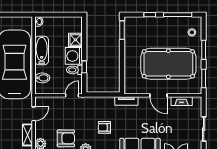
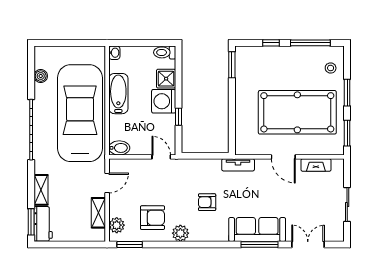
toilet: (74, 70) -> (165, 52), moved
bidet: (42, 78) -> (119, 148), moved
door: (72, 95) -> (161, 157), hinge flipped

